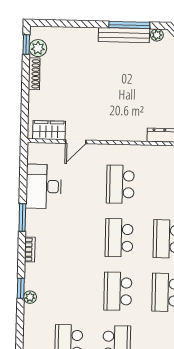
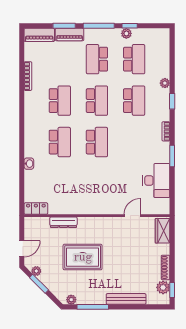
bench: (124, 35) -> (126, 299), moved
rug: (141, 90) -> (83, 257), added
wardrobe: (49, 130) -> (163, 231), moved, turned 90
school desk: (120, 184) -> (134, 101), moved
plant: (30, 297) -> (165, 83), moved

